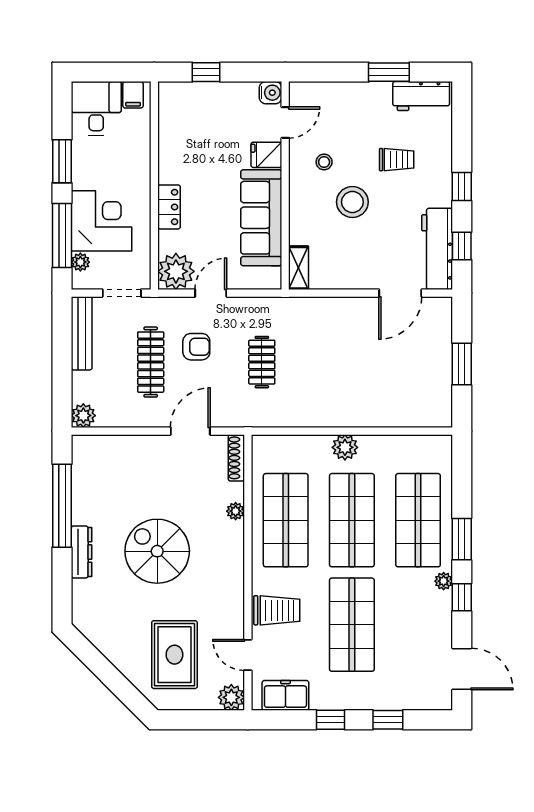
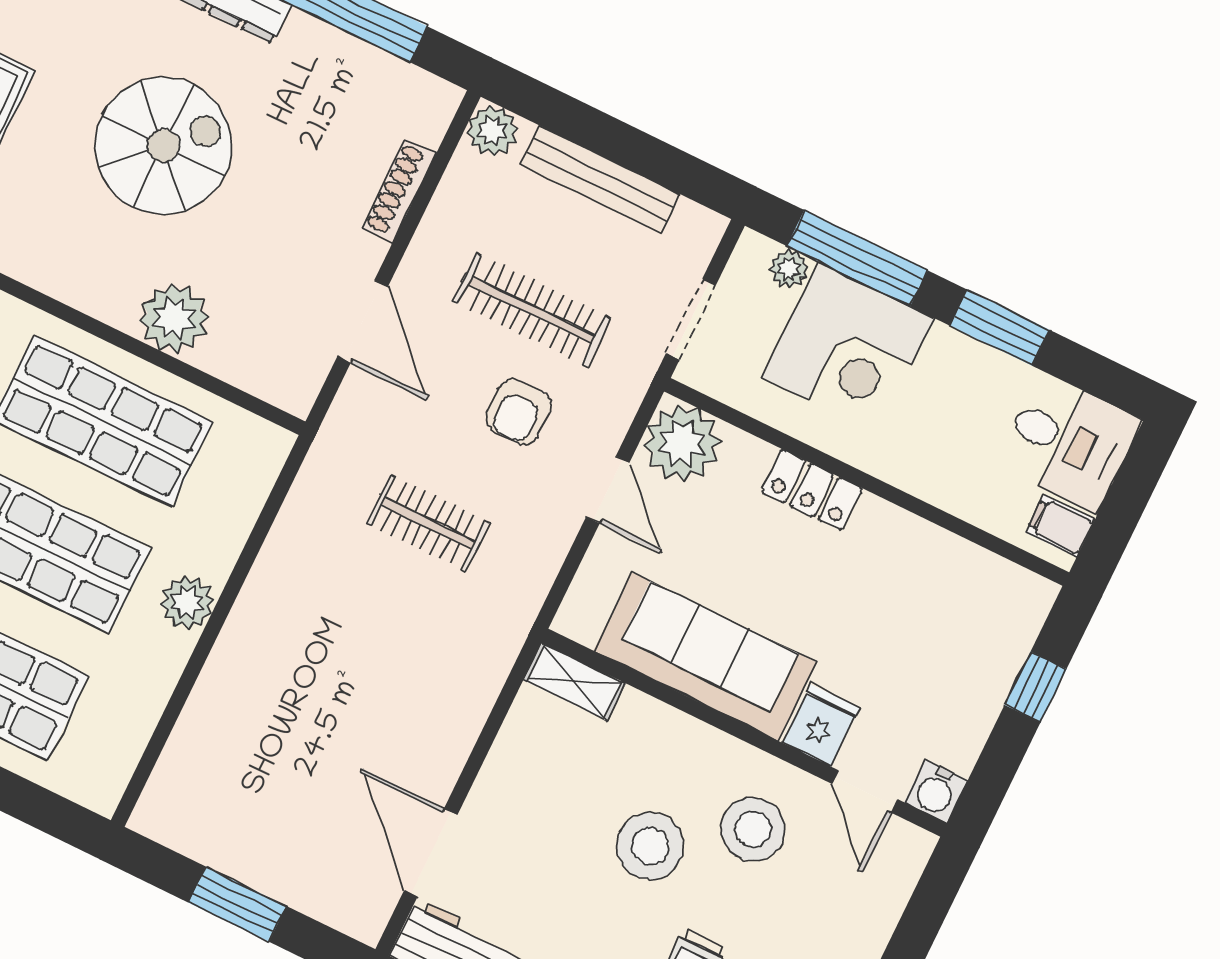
stool: (324, 162) -> (753, 829), width x1.89, depth x1.89
bench: (82, 333) -> (600, 179), moved
shoe rack: (236, 458) -> (399, 191), moved, turned -90
plant: (236, 511) -> (174, 318), width x1.88, depth x1.88

